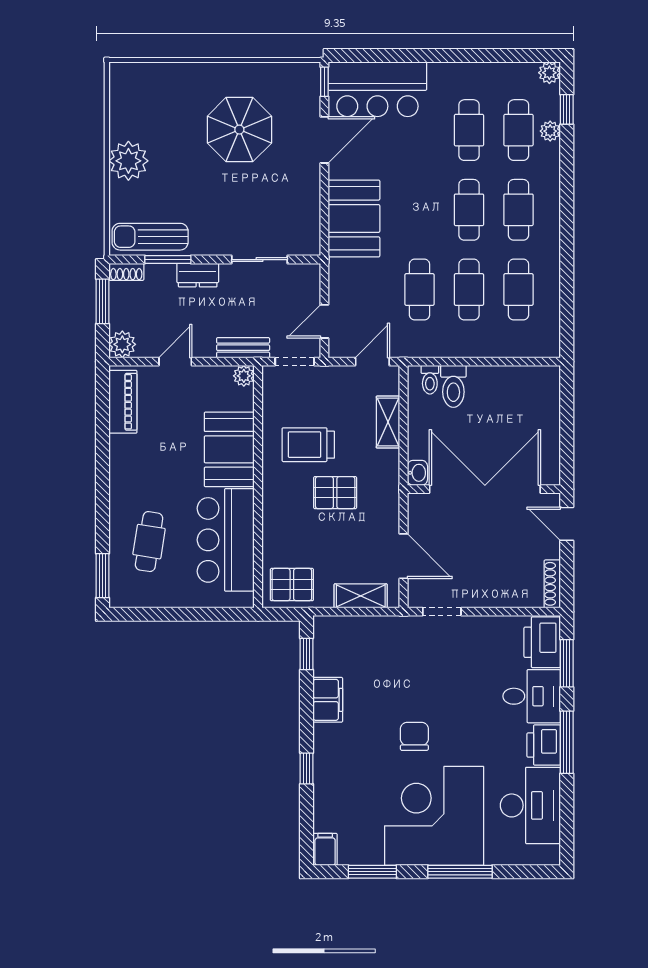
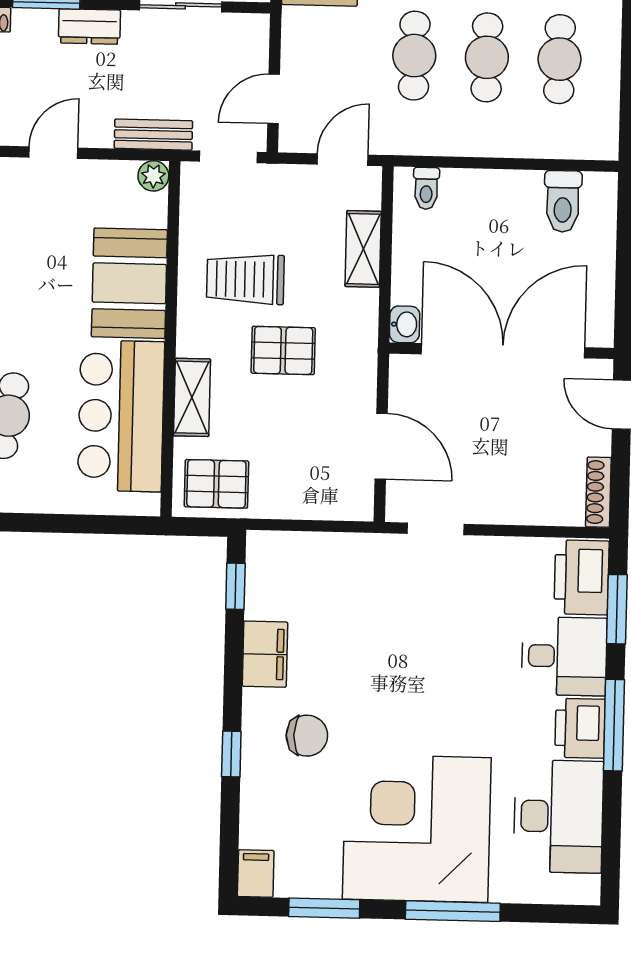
toilet: (453, 386) -> (563, 201), moved
shelving: (361, 596) -> (192, 397), moved, turned 90
chair: (414, 736) -> (307, 736), moved, turned 90

